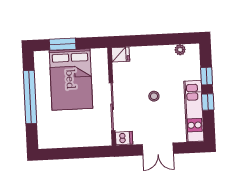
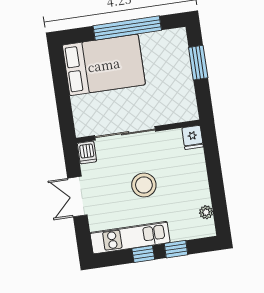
bed: (71, 79) -> (104, 65), moved, turned 180
stool: (154, 96) -> (144, 185), width x1.89, depth x1.89

